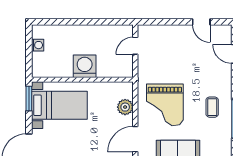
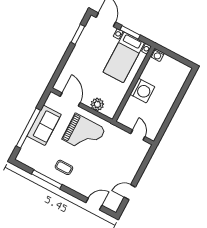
washing machine: (38, 45) -> (158, 55), moved
window: (29, 98) -> (130, 32), moved
grand piano: (165, 105) -> (84, 134), turned 180

